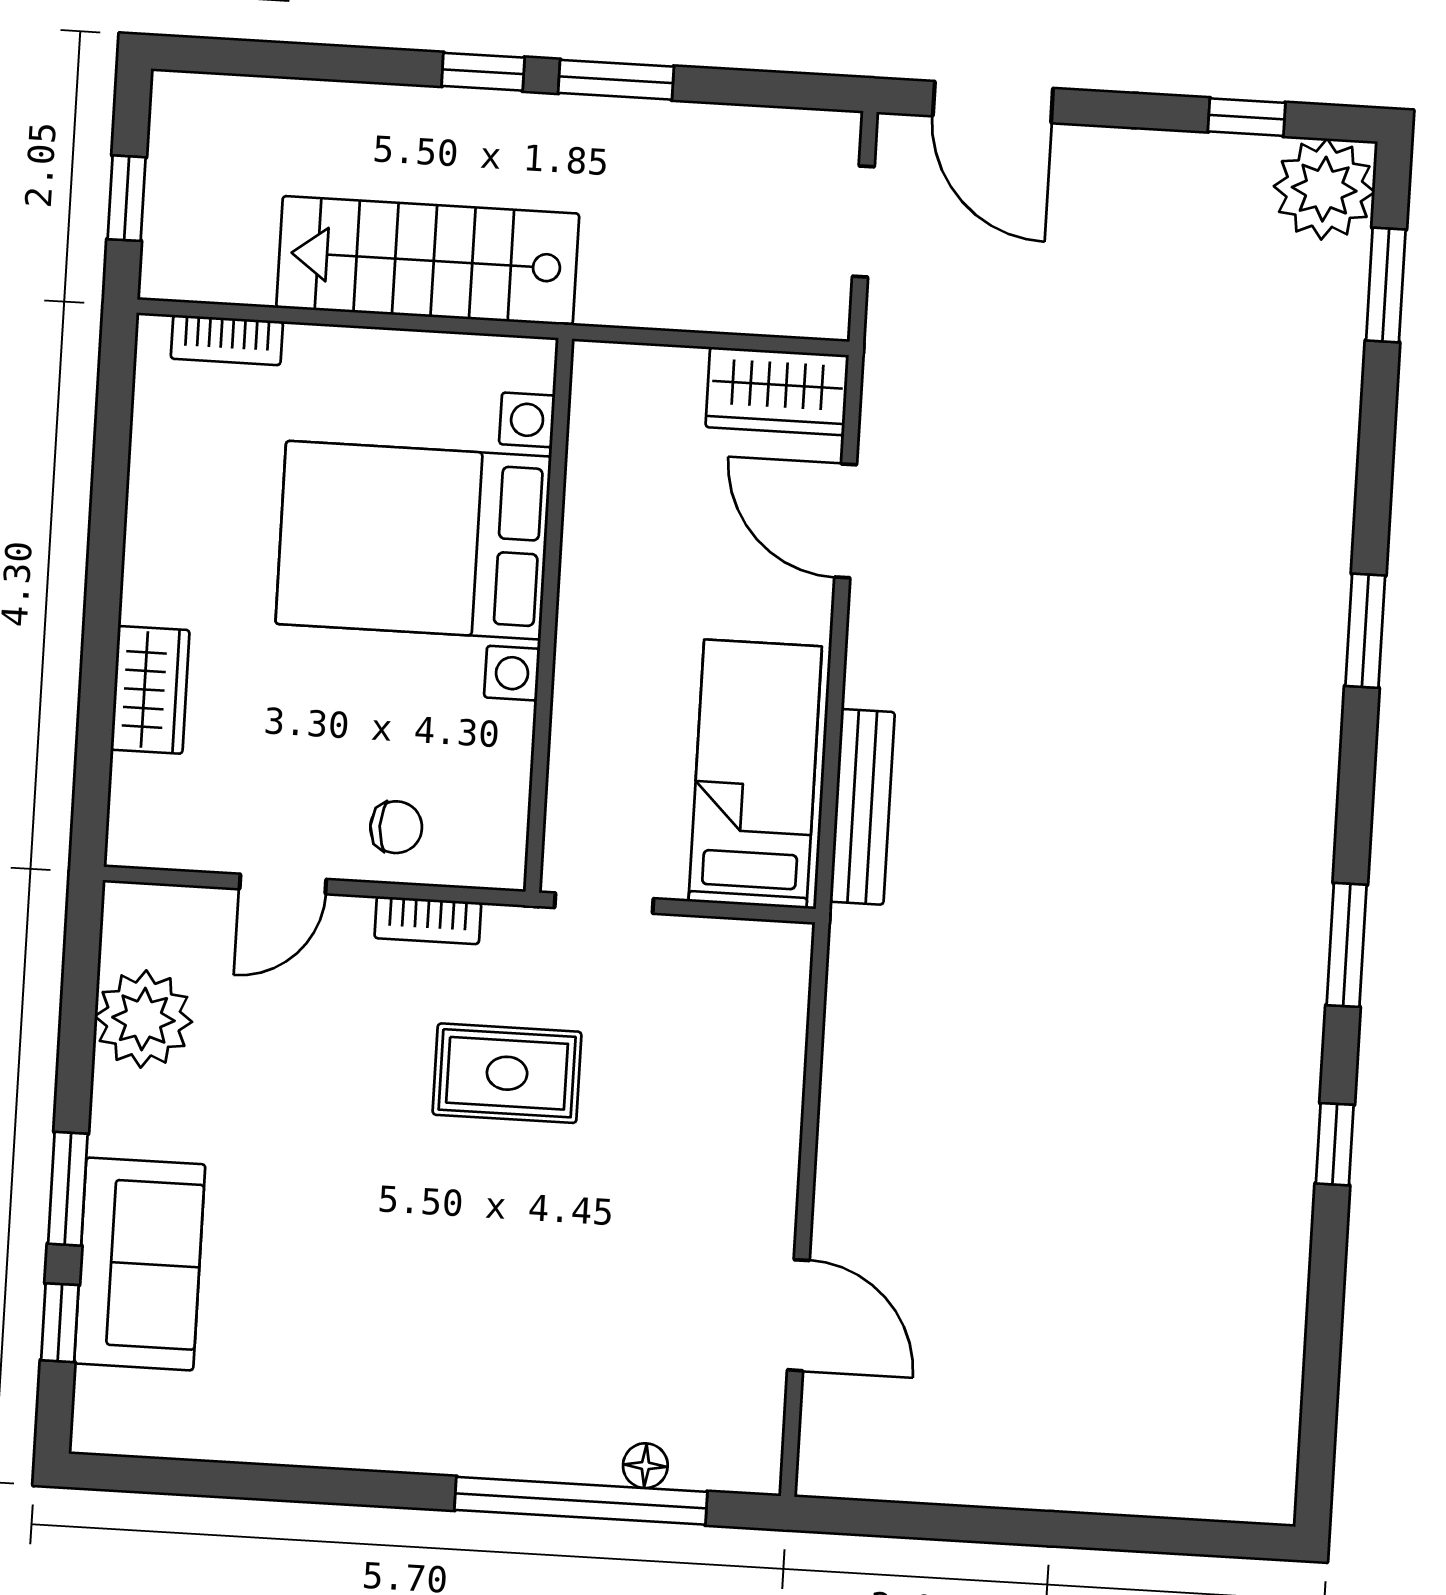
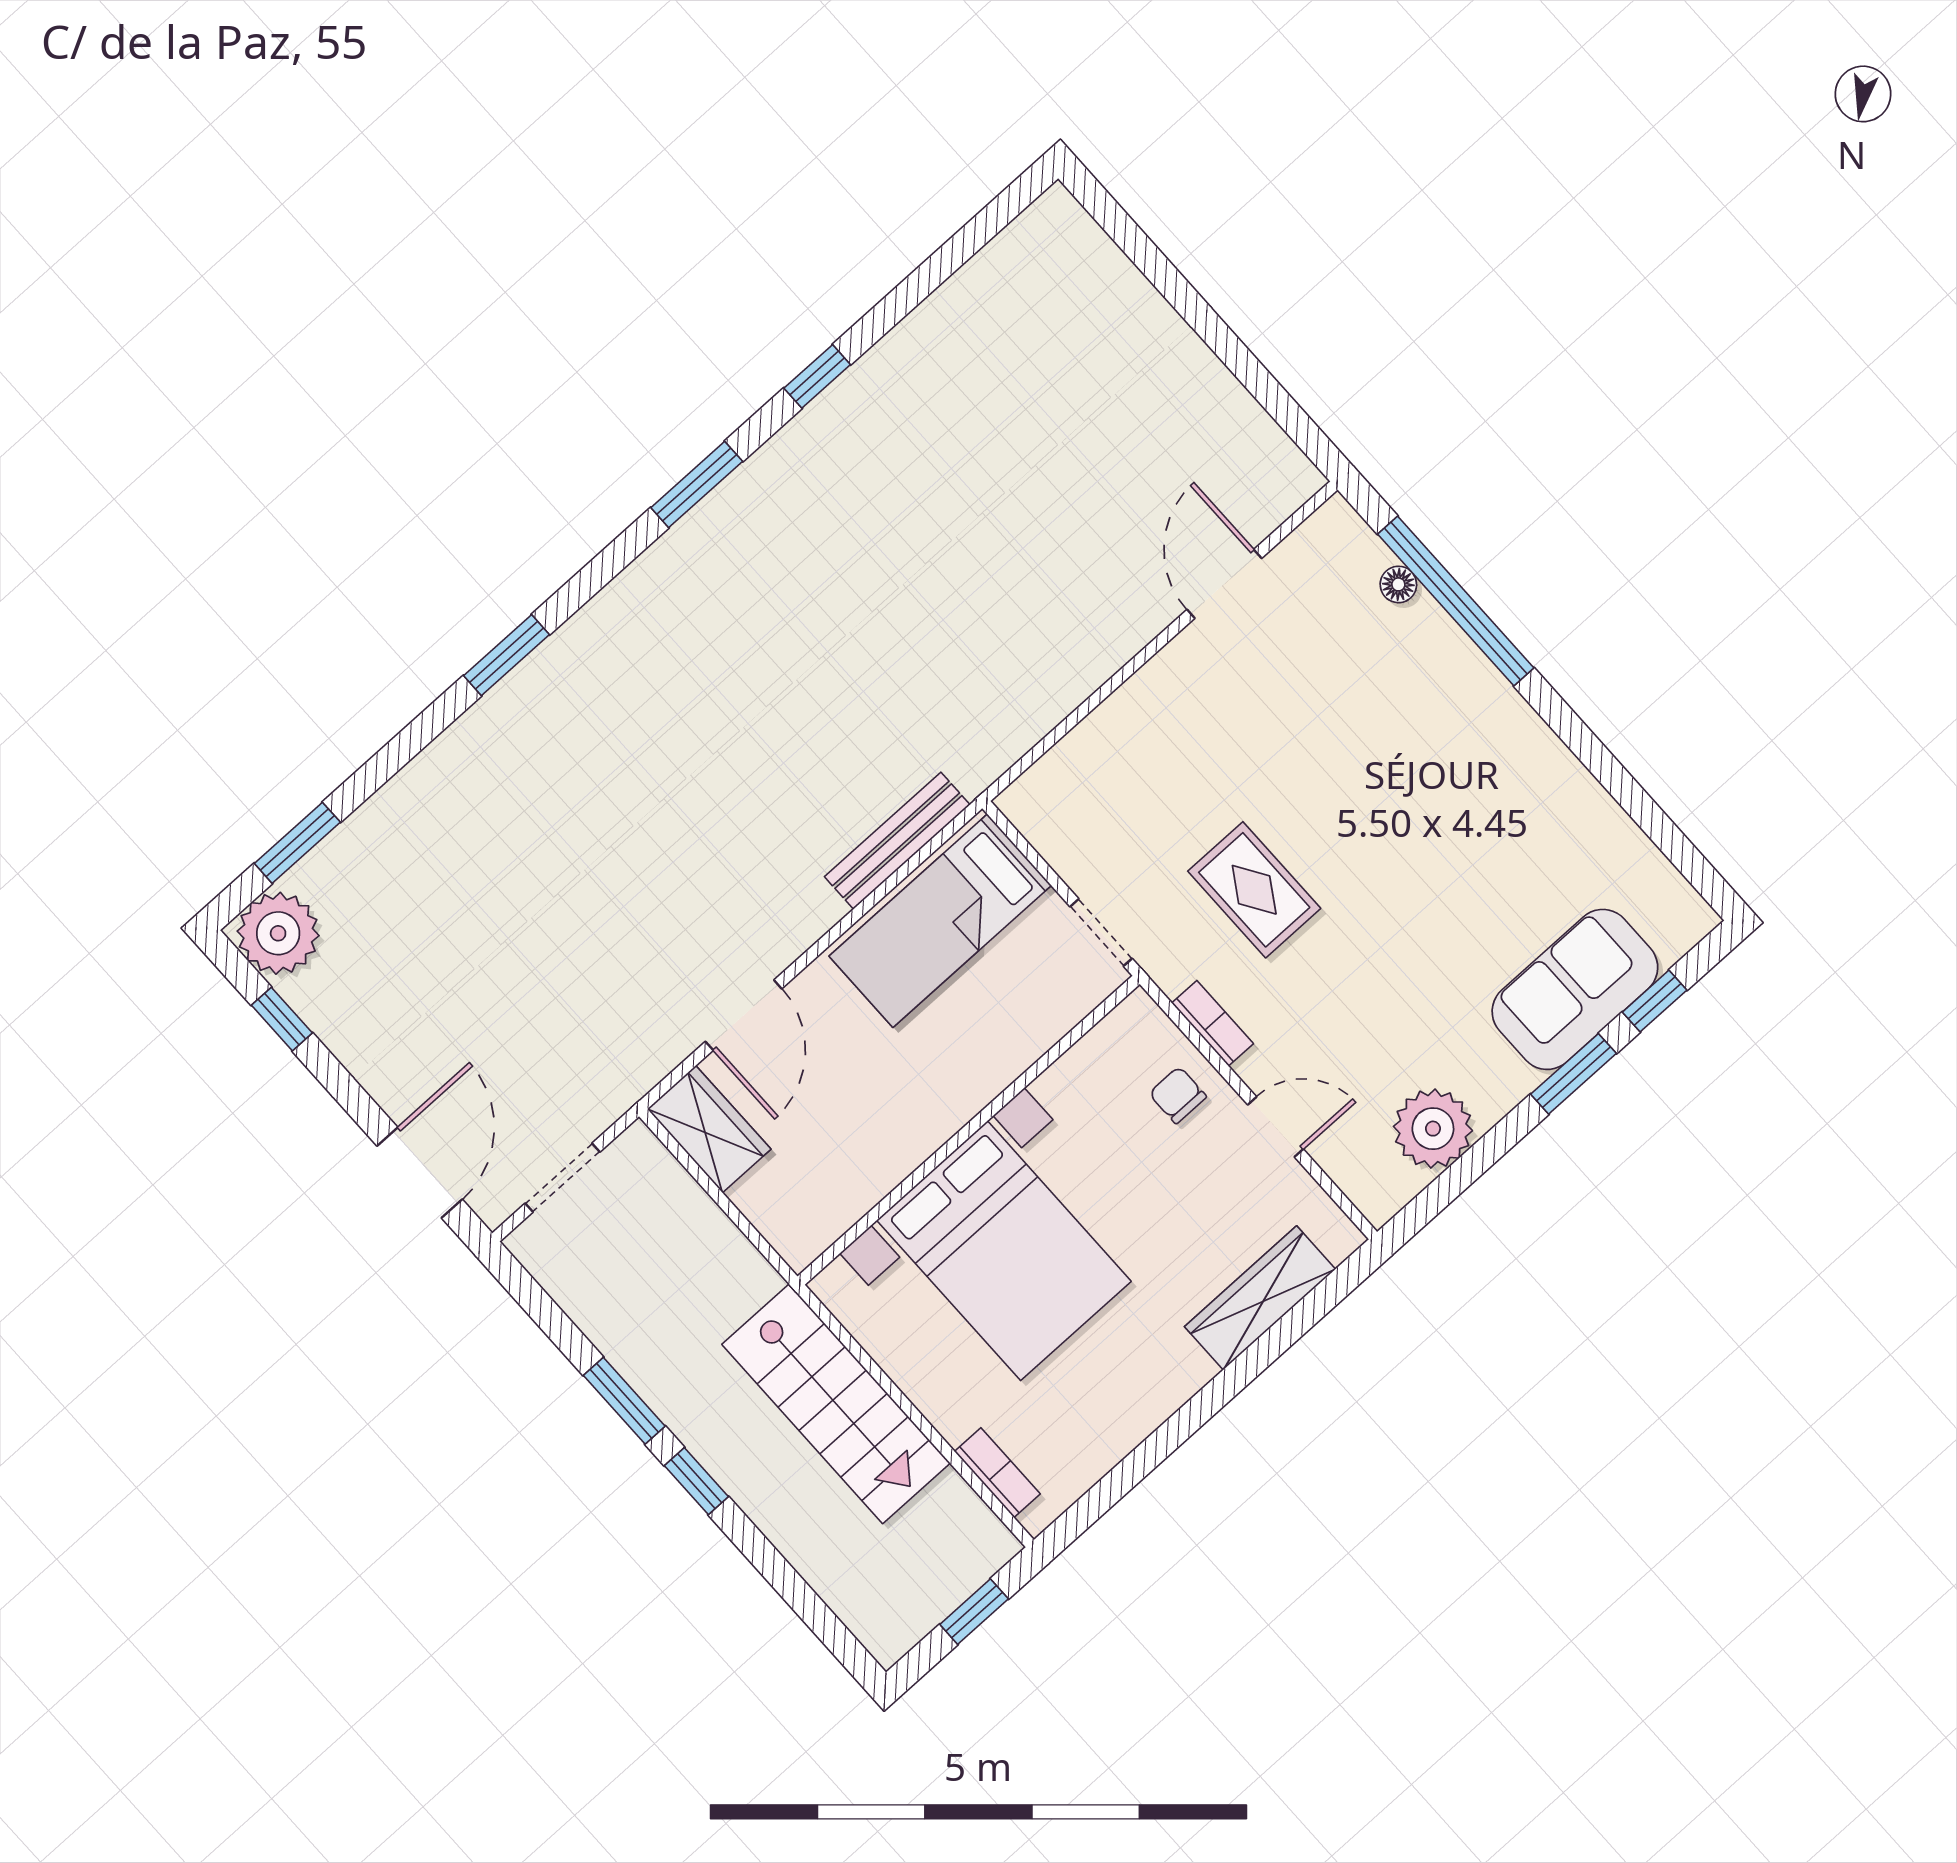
wardrobe: (150, 690) -> (1260, 1298), width x1.50

